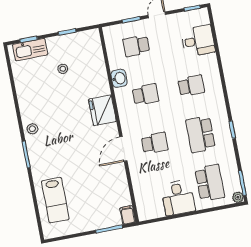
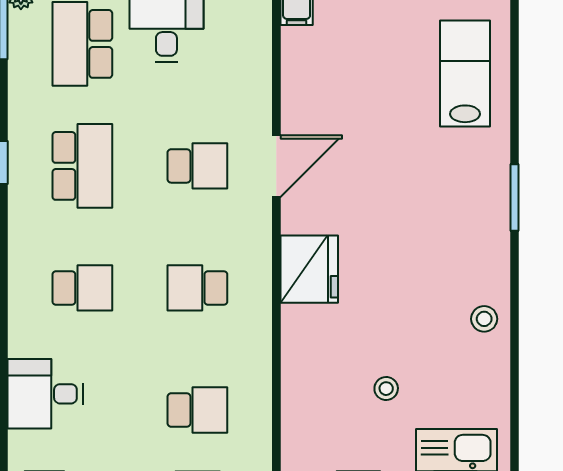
washbasin: (119, 78) -> (254, 339), removed
school desk: (191, 86) -> (82, 288), turned 180
stool: (32, 129) -> (484, 319), moved
school desk: (155, 143) -> (197, 166), turned 180

